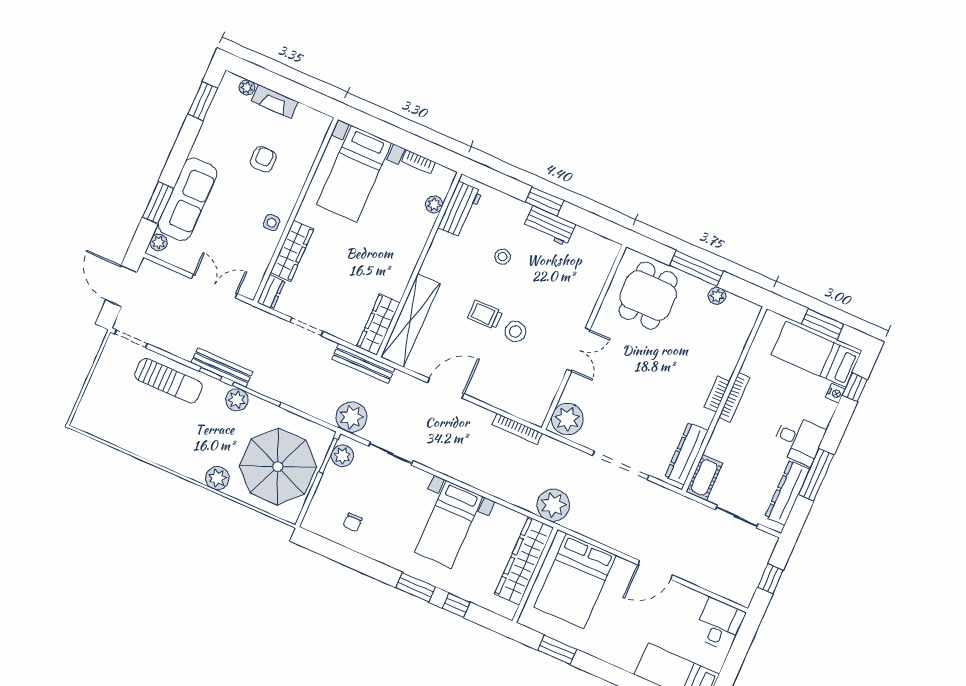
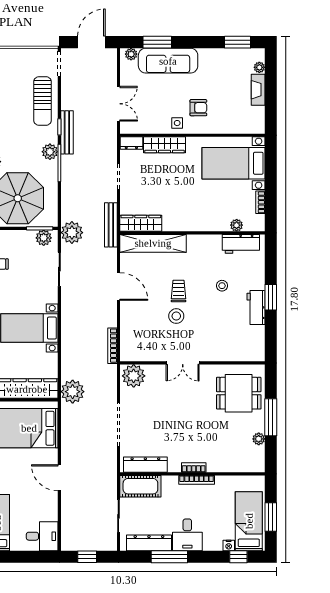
armchair: (263, 159) -> (198, 108), moved
cot: (704, 477) -> (140, 486), width x1.37, depth x1.34

